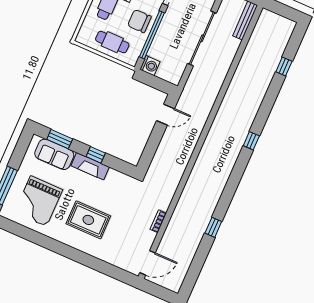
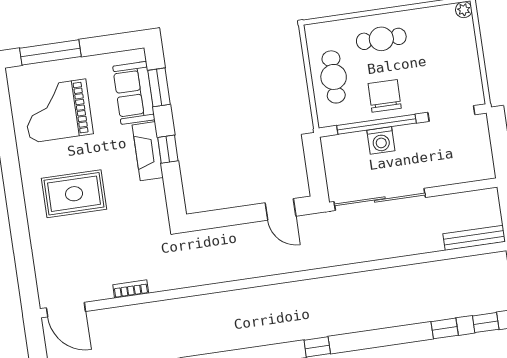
sliding door: (202, 38) -> (380, 199), moved
window: (294, 43) -> (486, 323), added
washing machine: (150, 66) -> (381, 140), moved
rug: (88, 220) -> (74, 194), turned 90

